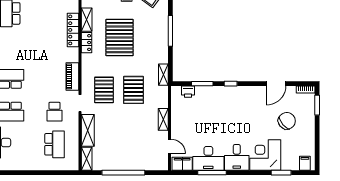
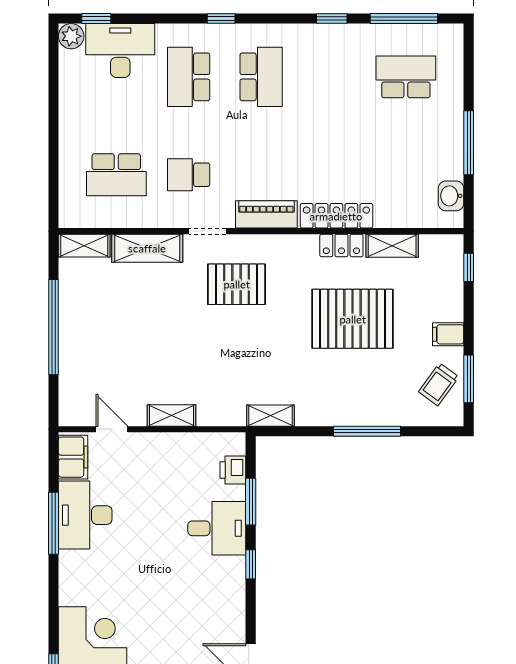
locker: (73, 30) -> (336, 216), moved
pallet: (134, 90) -> (237, 350), removed
door: (170, 146) -> (112, 429), swing flipped
desk: (237, 157) -> (217, 528), moved, turned 180

